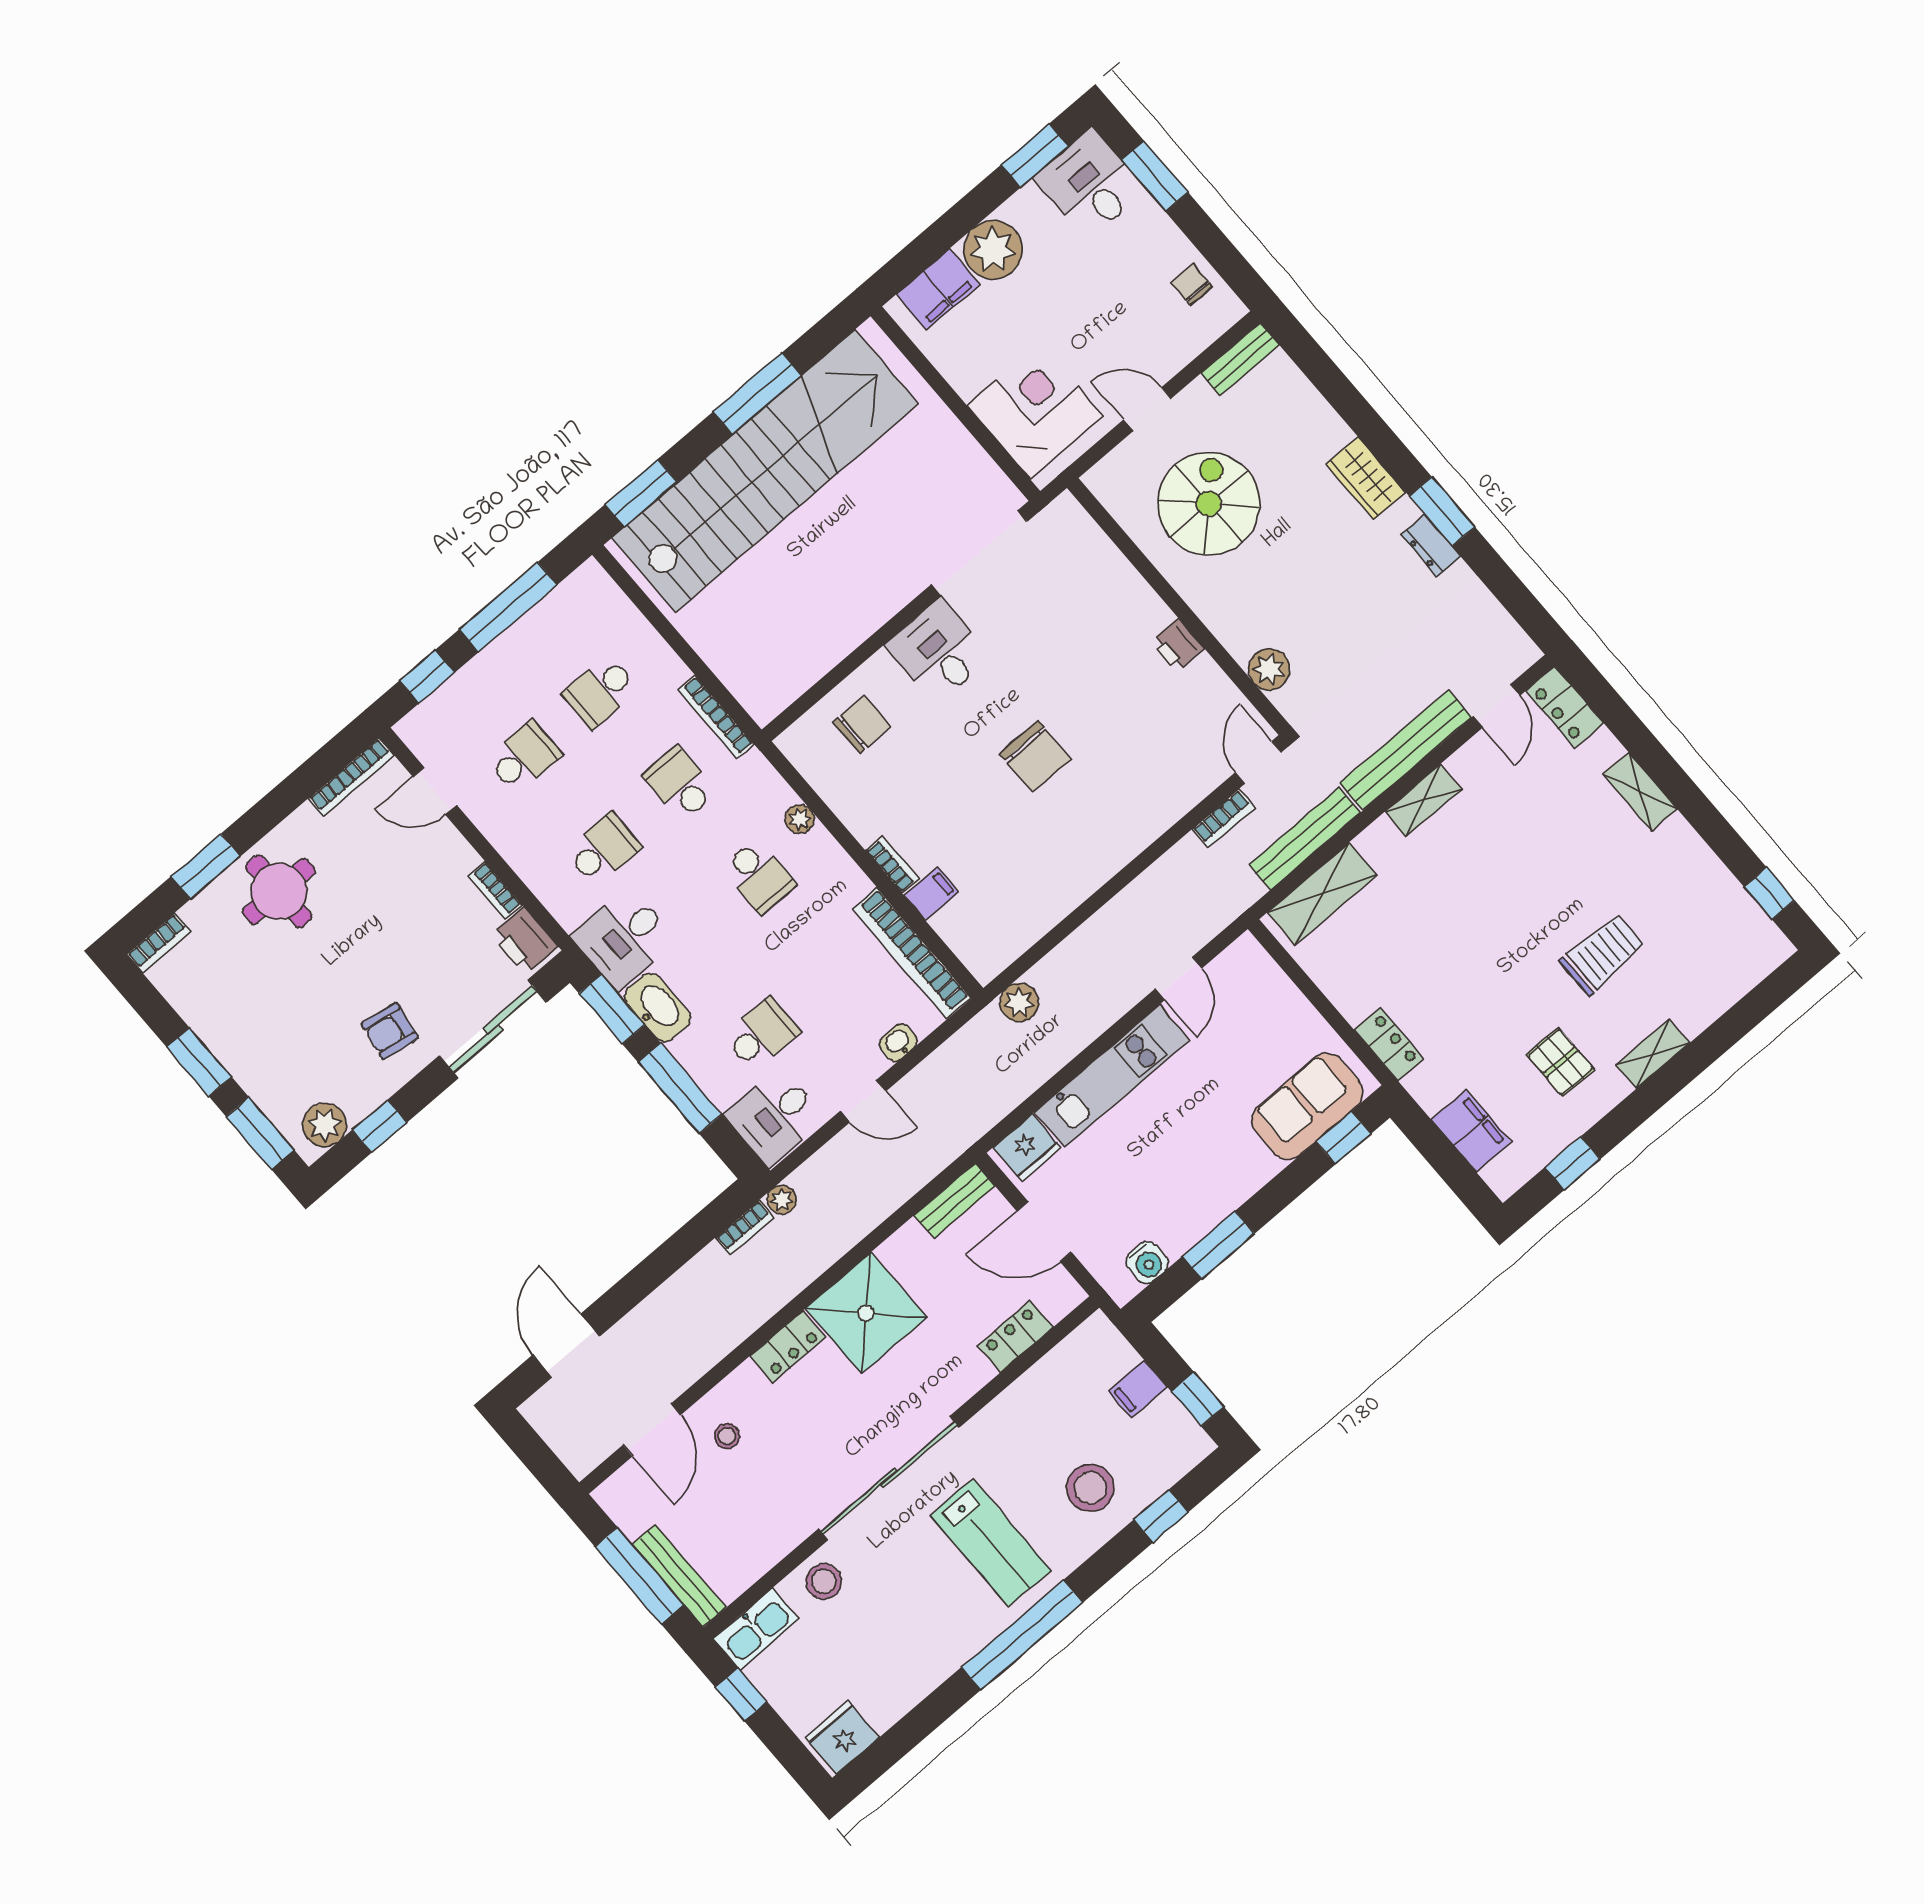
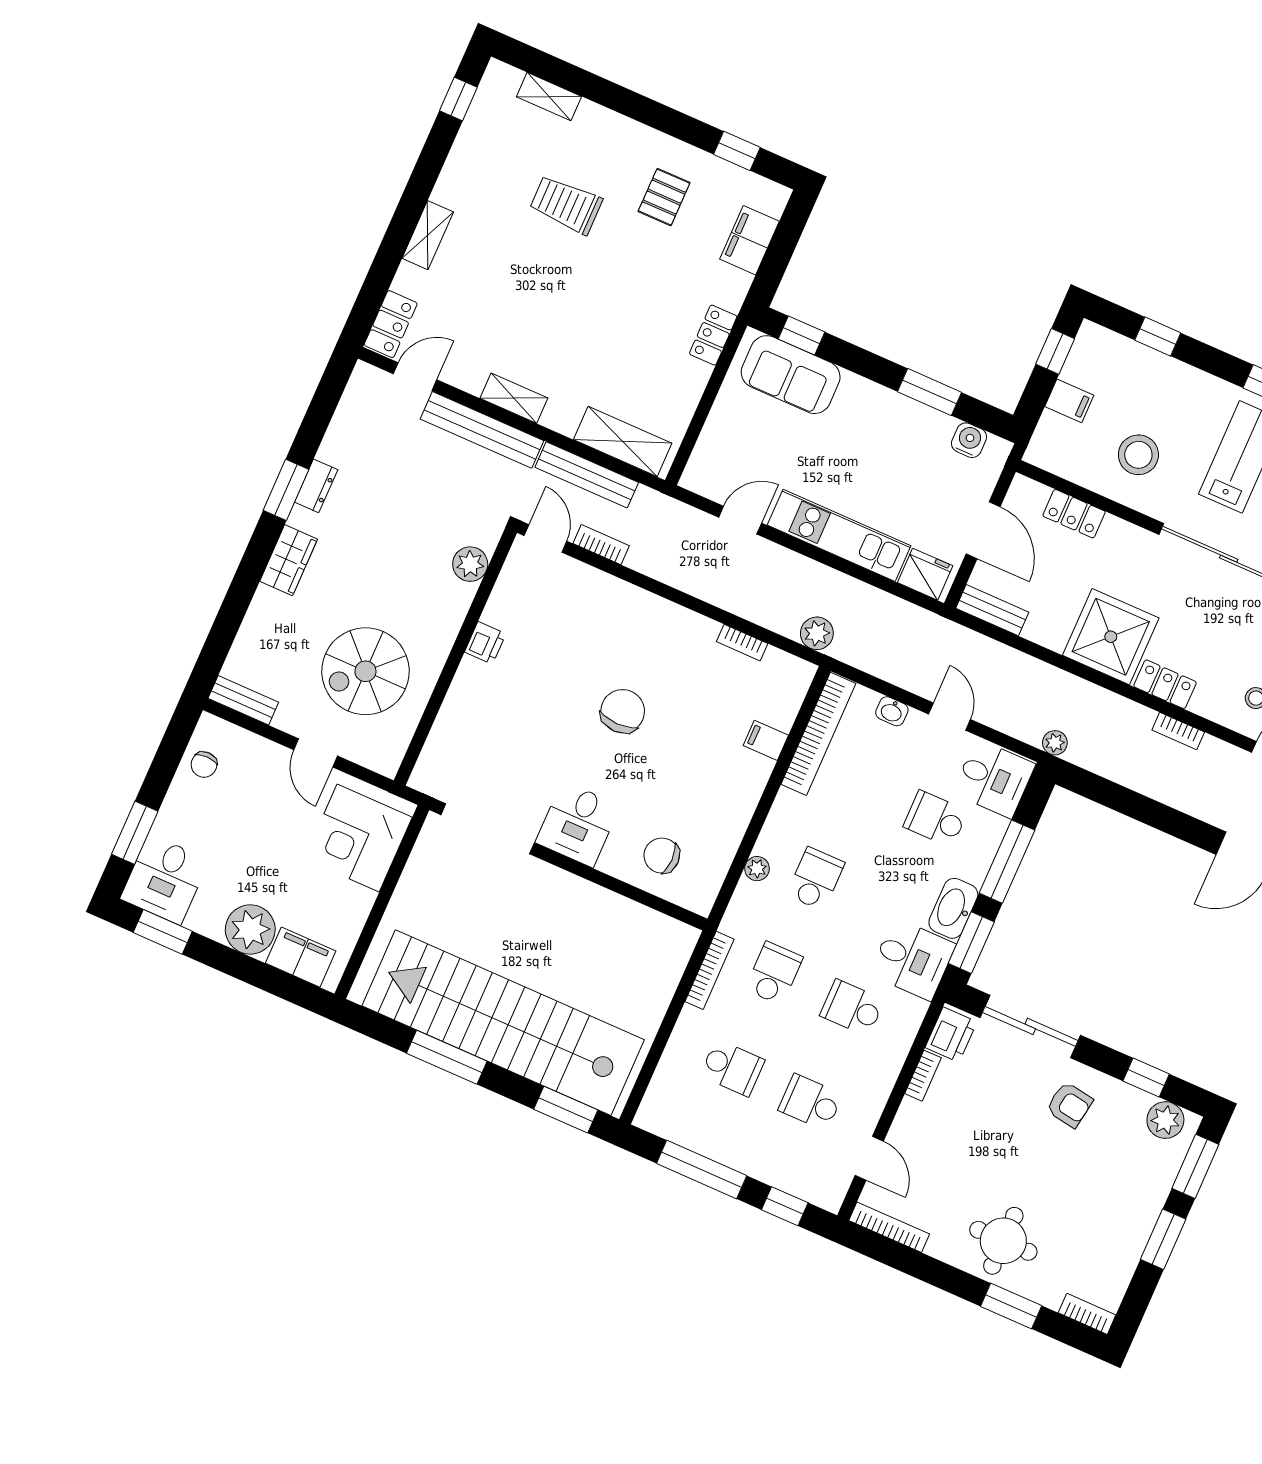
door: (1258, 762) -> (545, 538), swing flipped
school desk: (680, 784) -> (774, 973), turned 180
bookcase: (892, 865) -> (742, 643), moved, turned -90
shelving: (1653, 1054) -> (549, 97), moved
bookcase: (745, 1228) -> (1178, 731), moved, turned 180
stool: (1090, 1488) -> (1138, 455), moved

